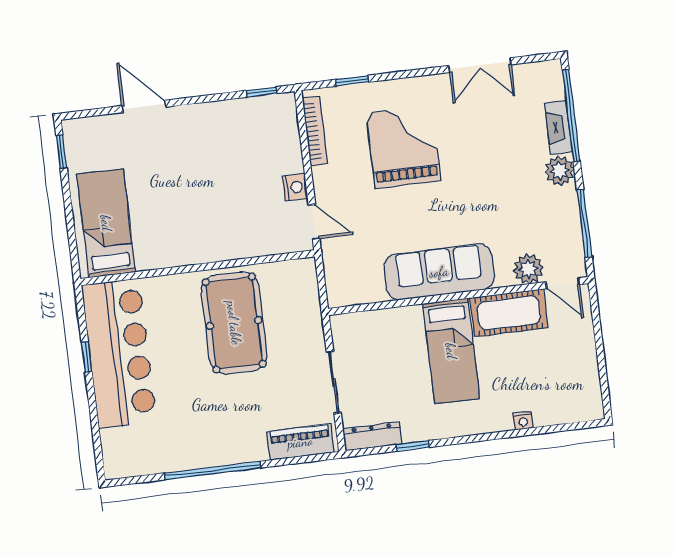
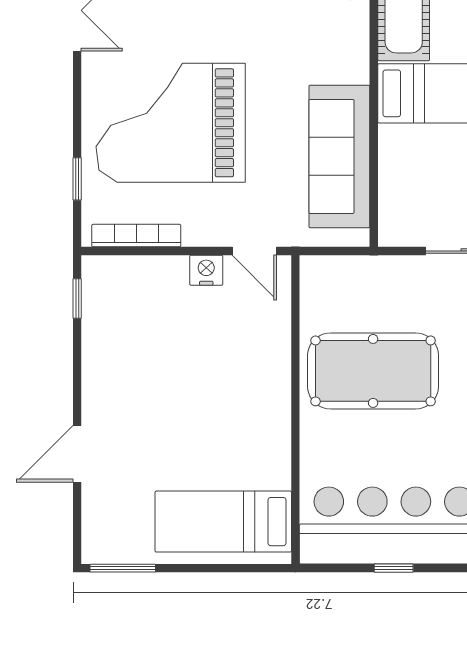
grand piano: (403, 147) -> (171, 123), width x1.37, depth x1.48
window: (61, 152) -> (123, 568), width x1.50
door: (314, 222) -> (254, 251), swing flipped
sofa: (439, 272) -> (339, 156), moved

